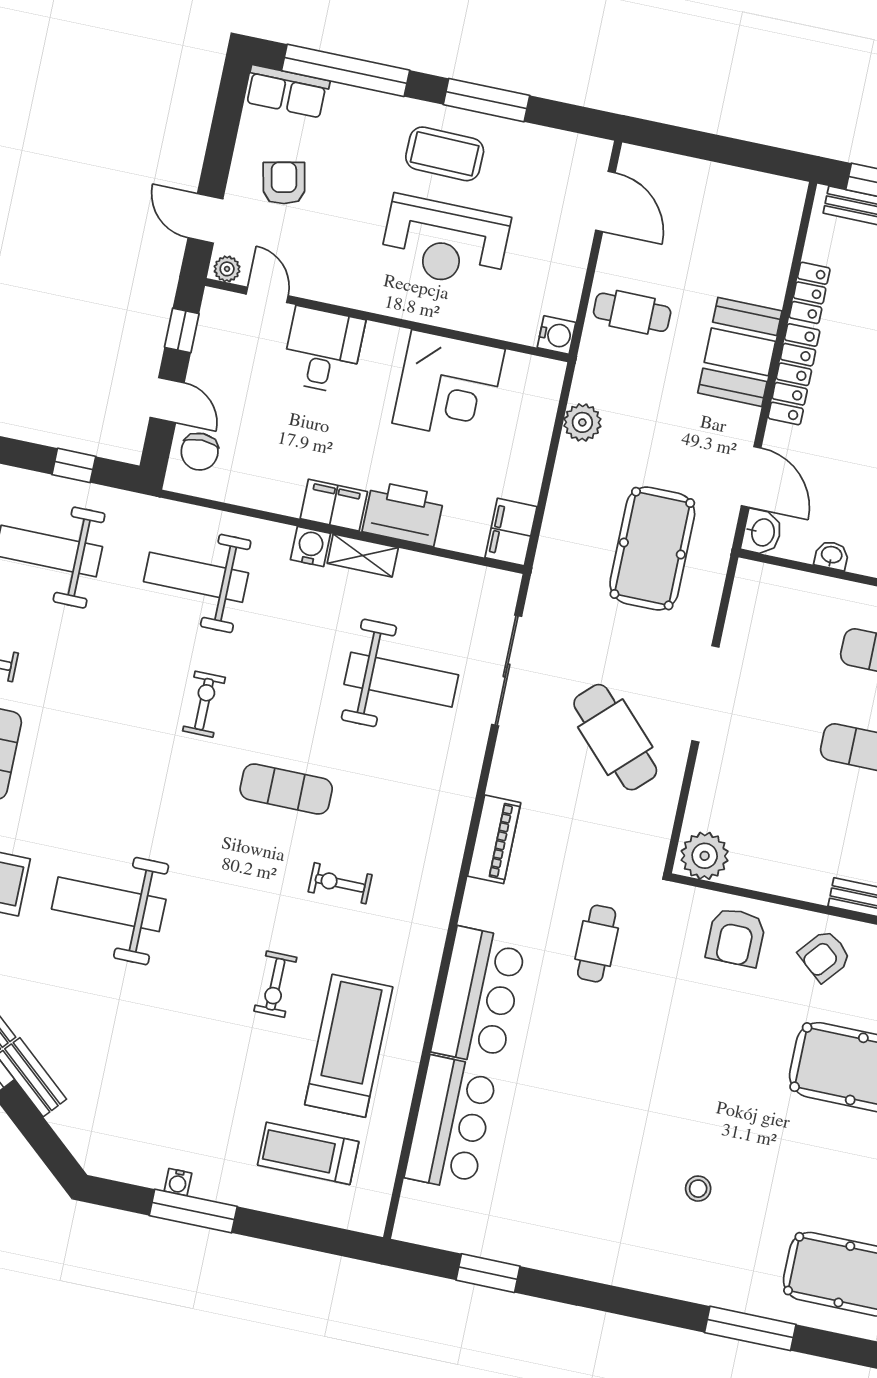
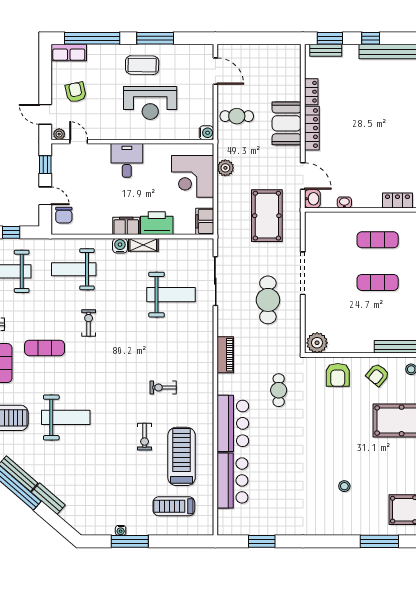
desk: (323, 350) -> (127, 160), moved
corner desk: (449, 386) -> (193, 176), moved, turned 90
cafe table: (615, 737) -> (268, 300), turned 44
exercise mat: (286, 789) -> (45, 348), moved
weight bench: (109, 904) -> (66, 417), turned 180

